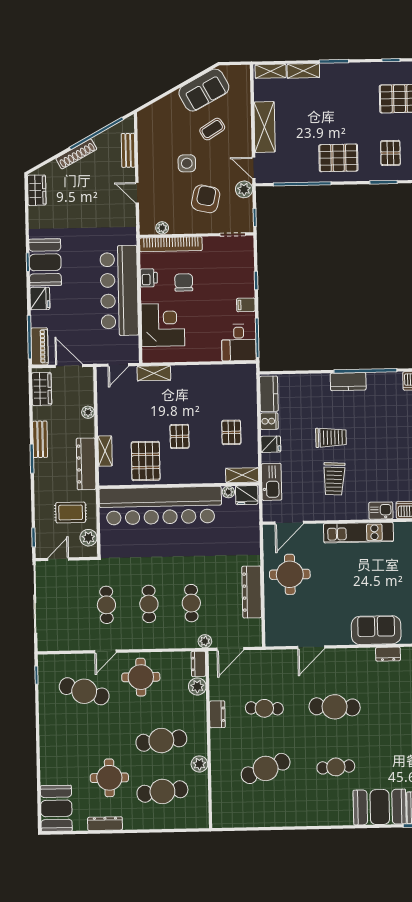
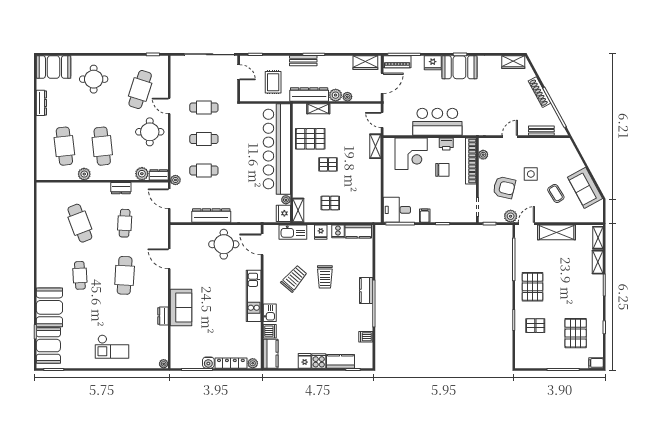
bar counter: (119, 291) -> (437, 122), width x0.73
bench: (40, 439) -> (303, 61), moved
trolley: (334, 479) -> (294, 279), turned 128
plant: (88, 538) -> (336, 95), moved
round table: (109, 778) -> (94, 79), moved

